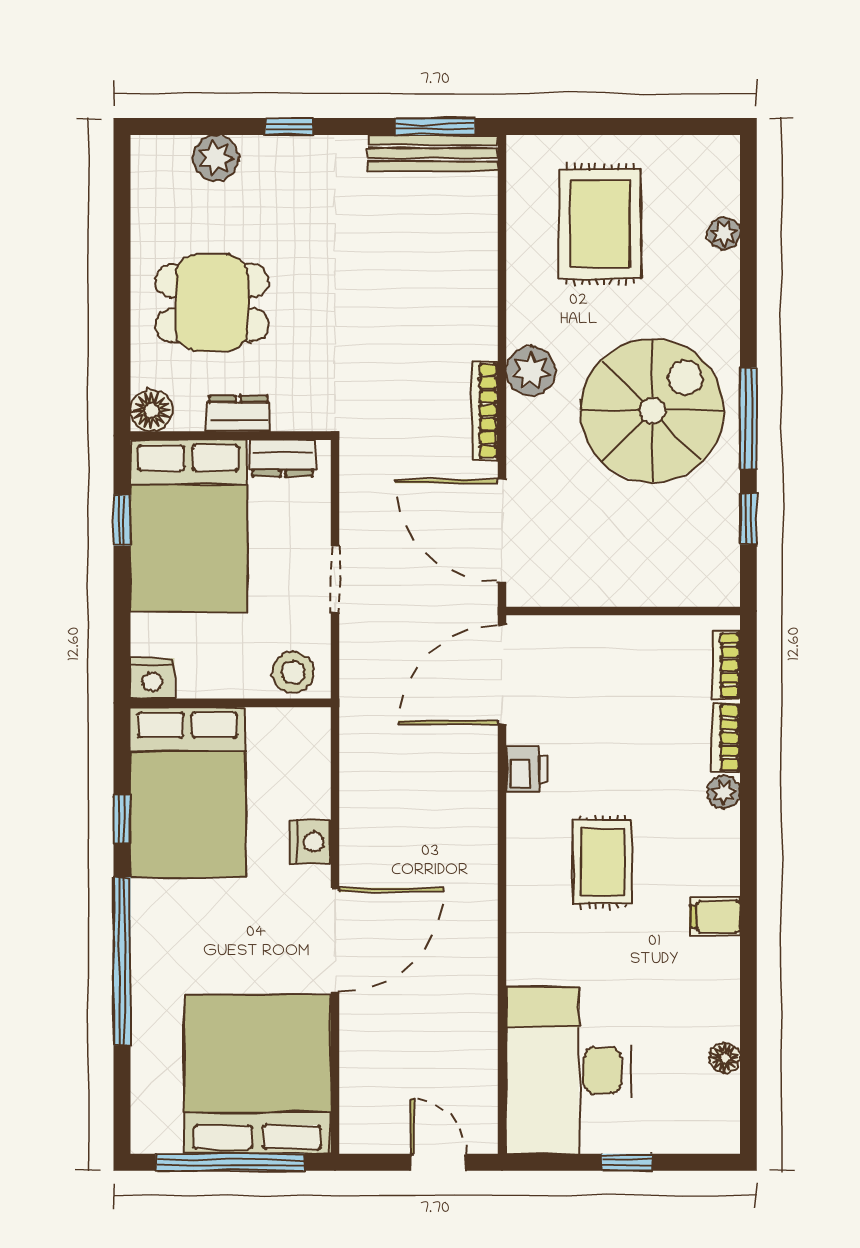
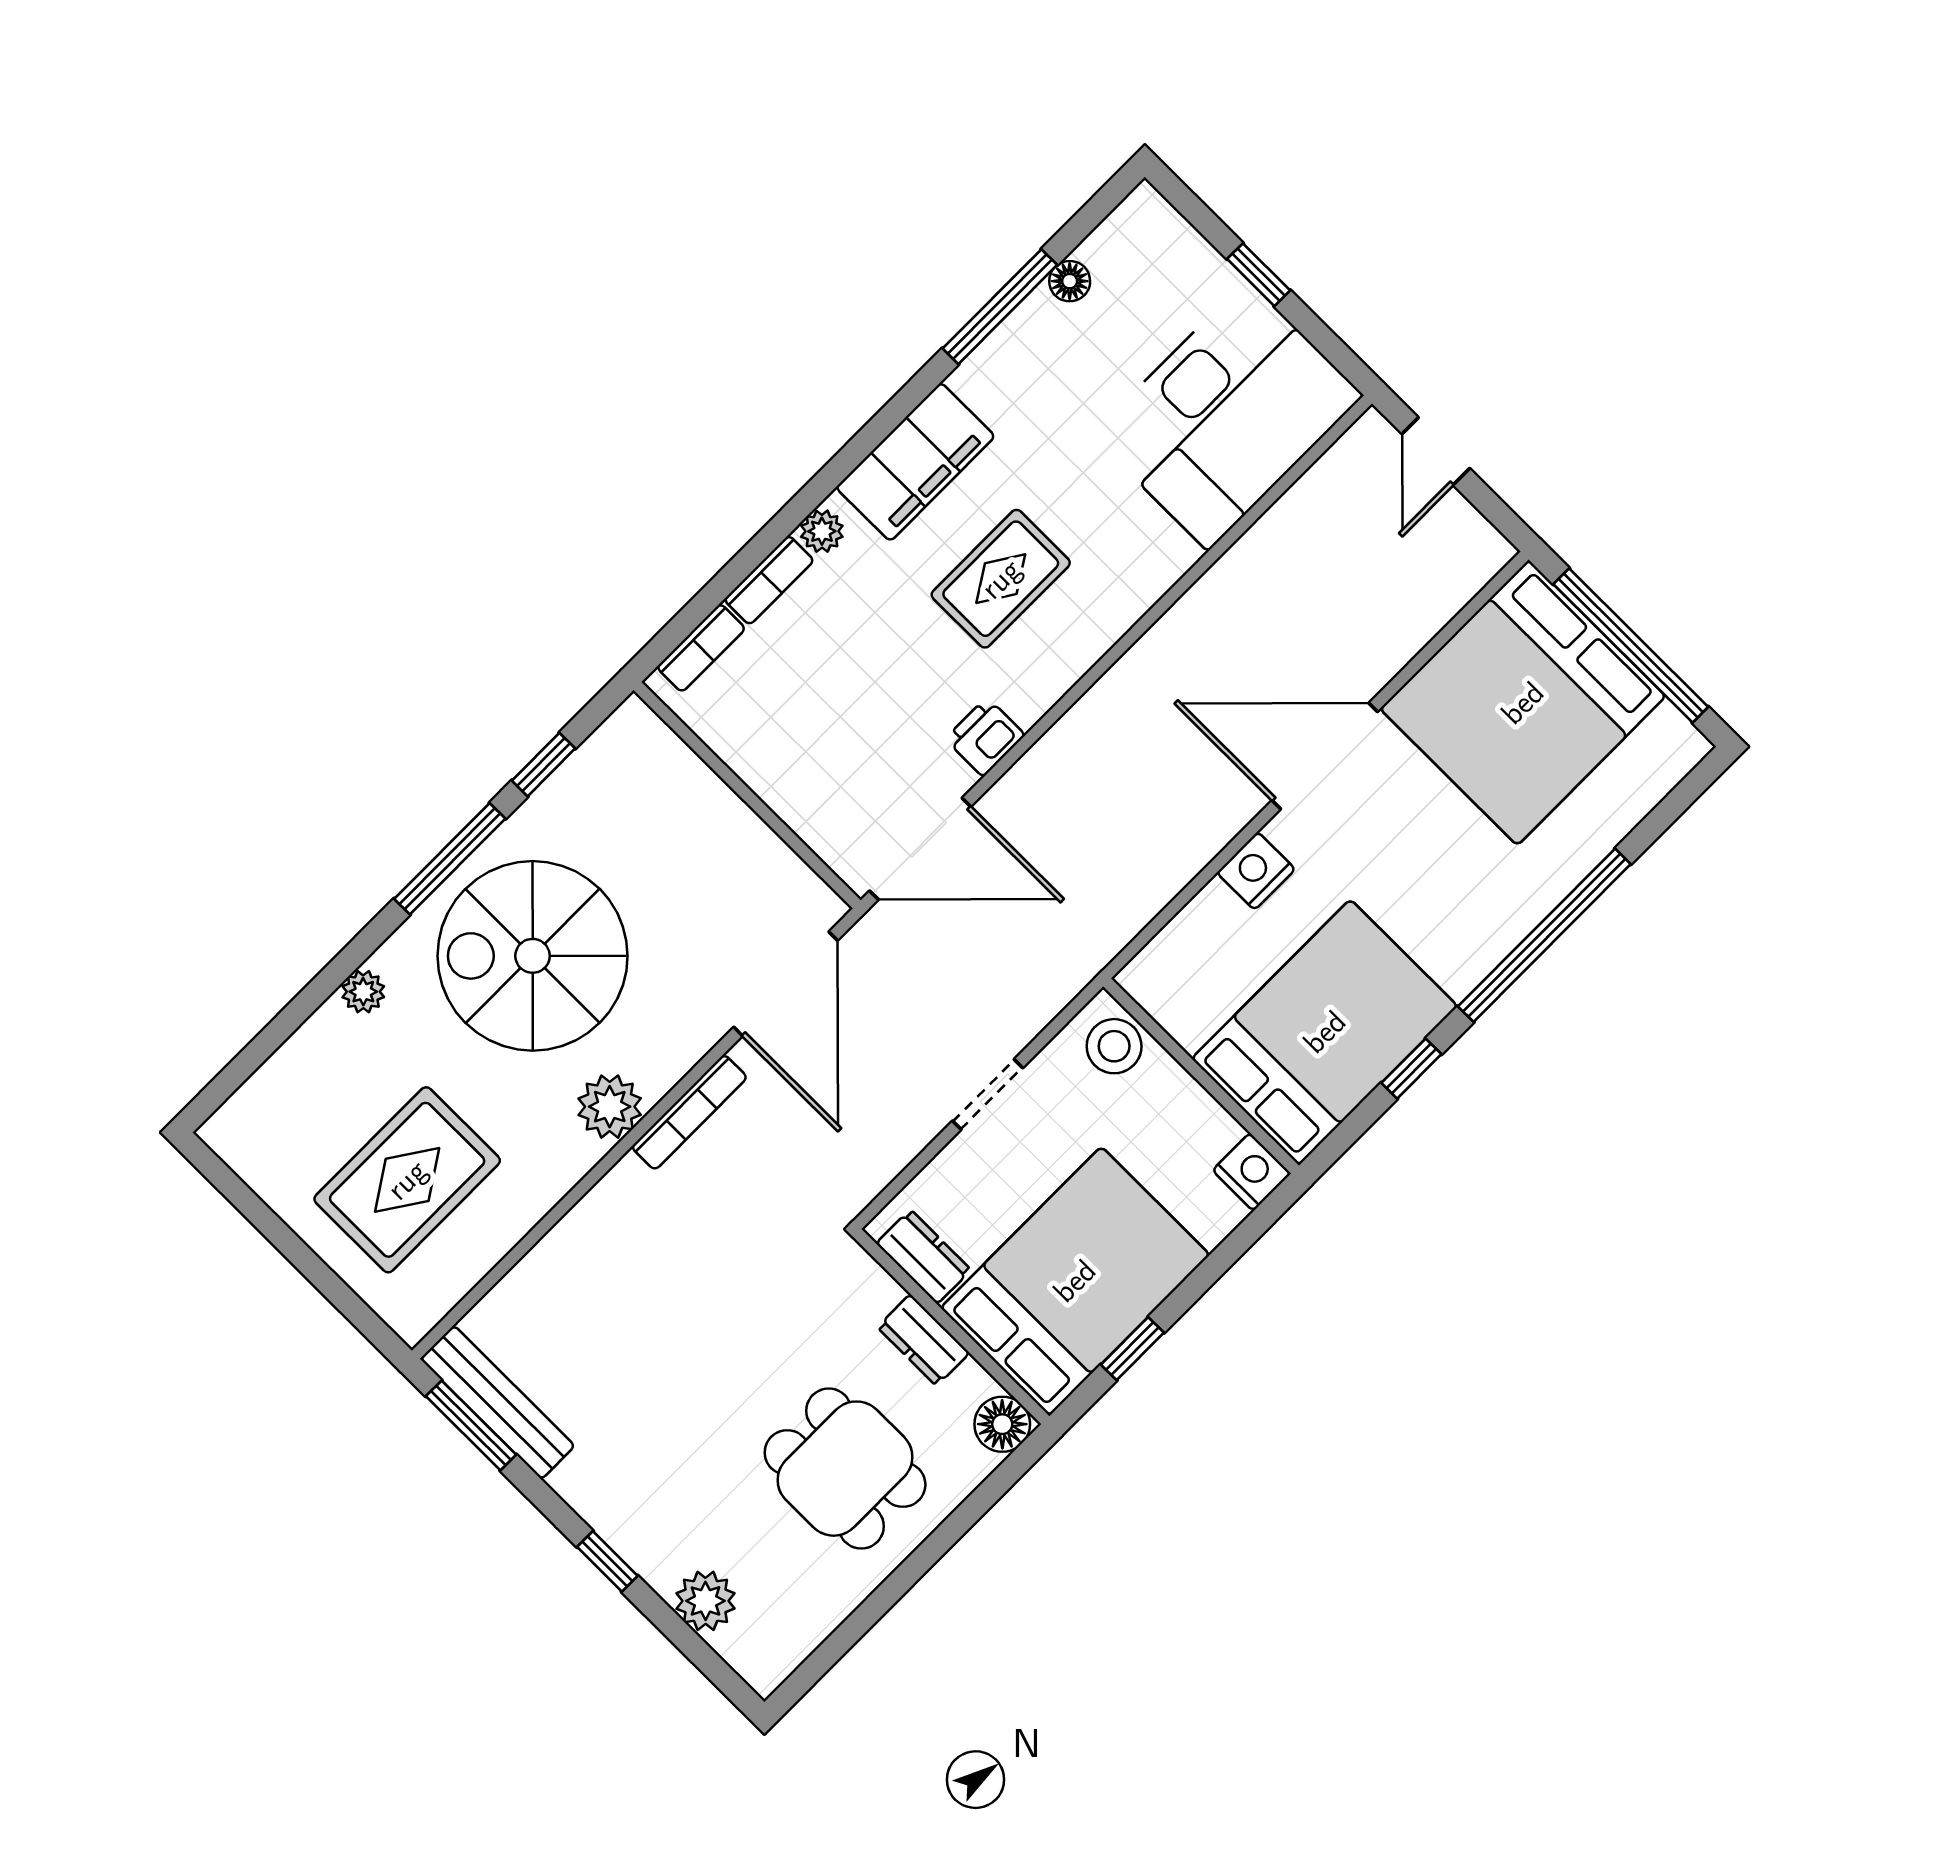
plant: (724, 234) -> (363, 992), moved
filing cabinet: (715, 917) -> (915, 462), width x3.00, depth x1.17
window: (748, 1007) -> (1000, 307), added

